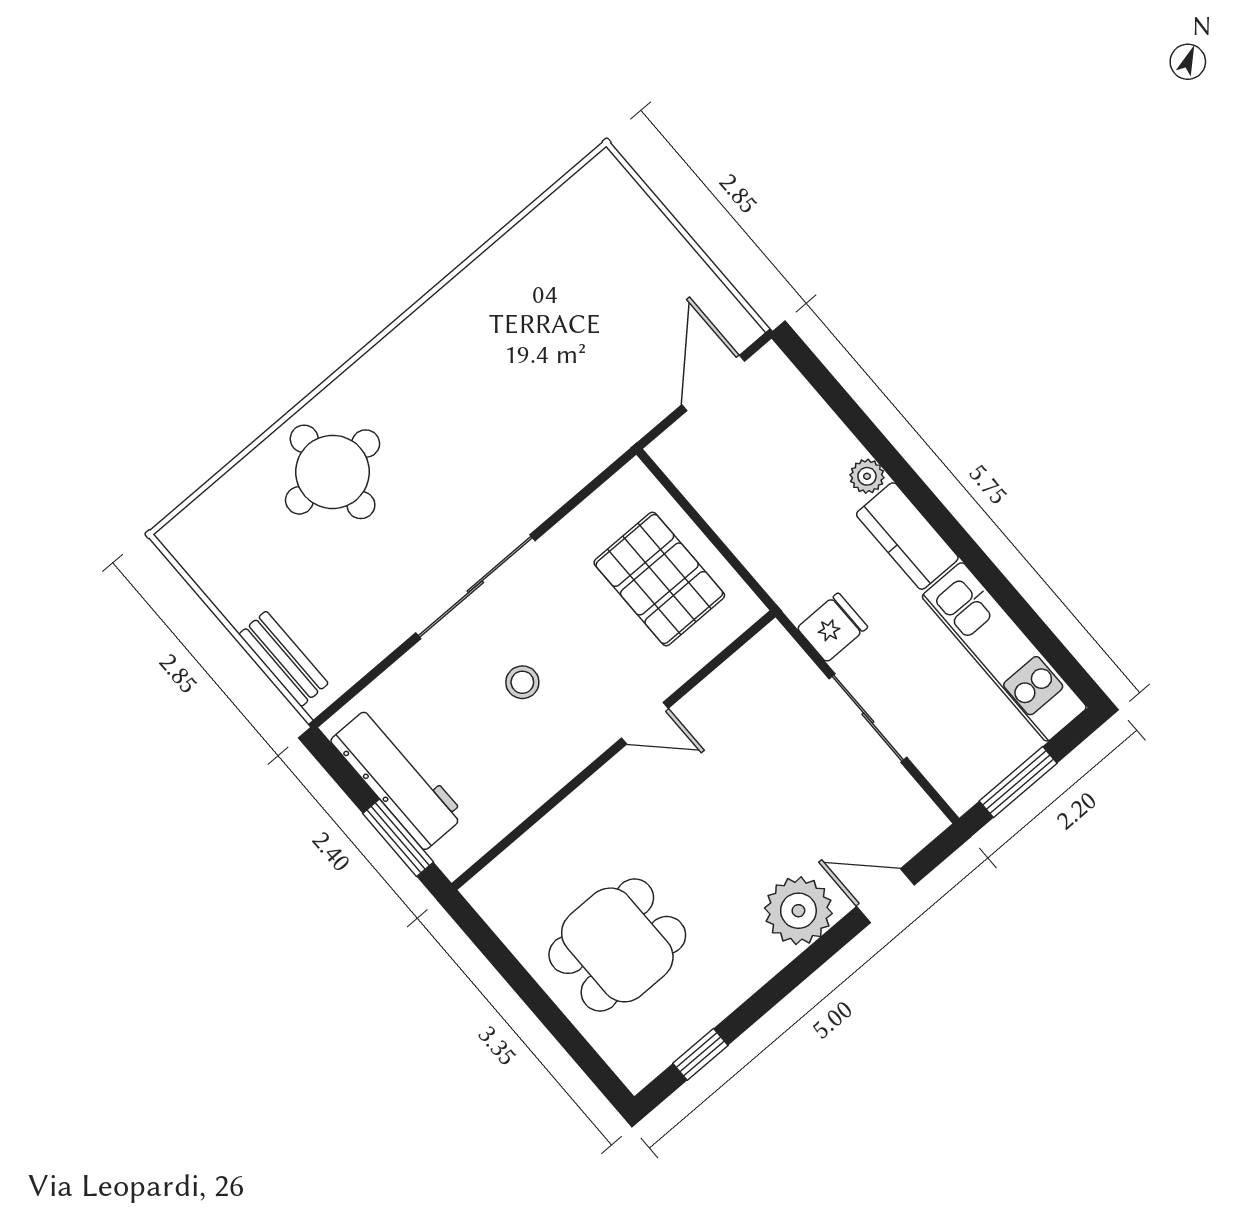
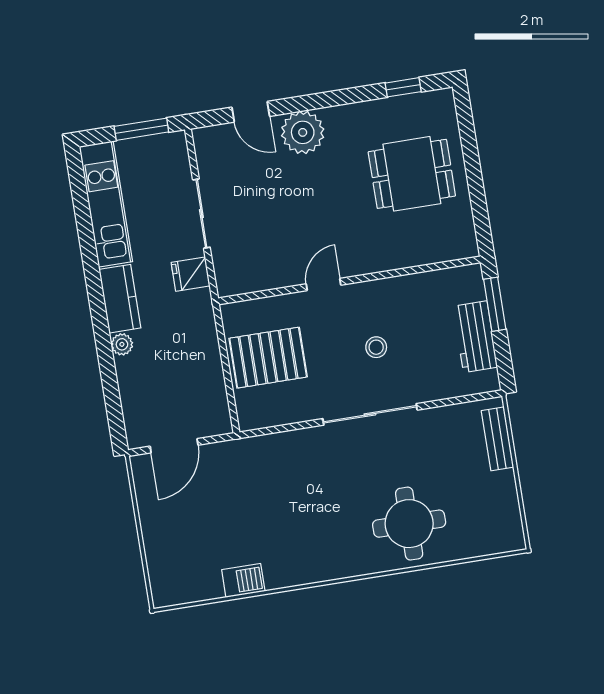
barbecue: (509, 259) -> (243, 580), added
pallet: (659, 579) -> (268, 358), turned 90
door: (645, 723) -> (324, 285), hinge flipped
workbench: (398, 778) -> (475, 337), width x0.73

